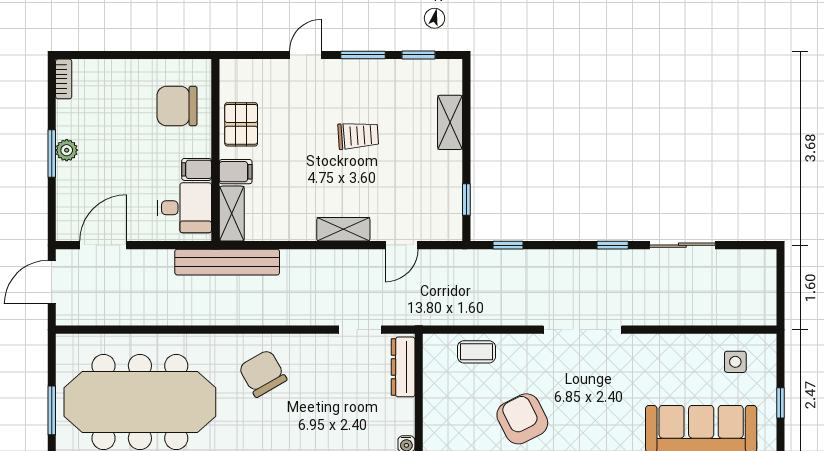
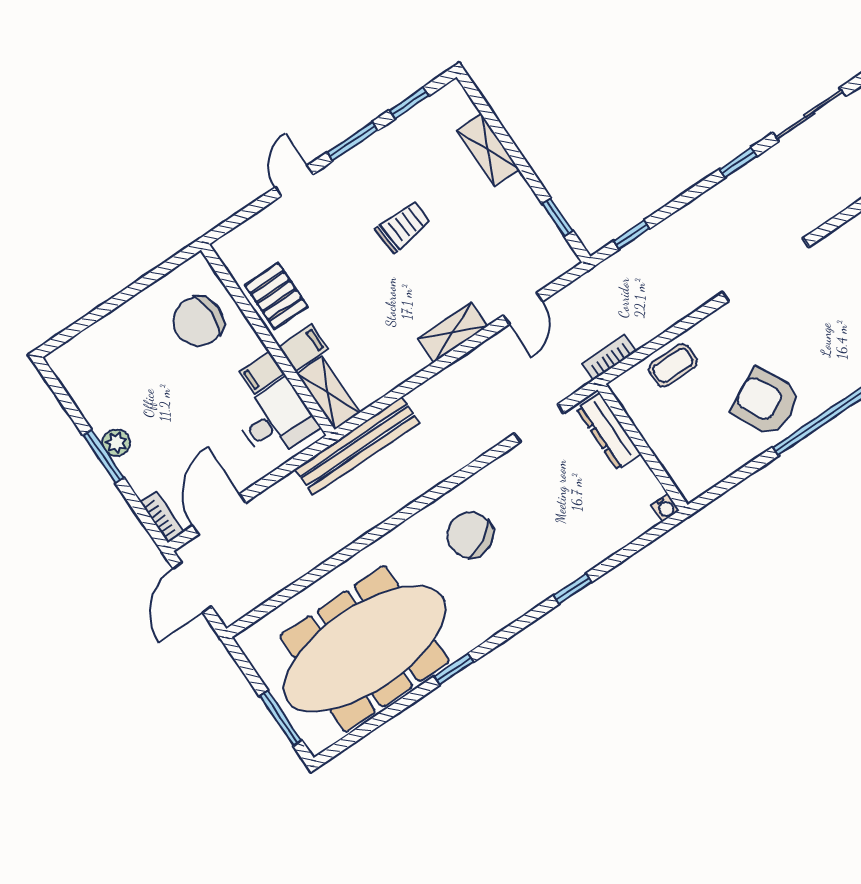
bookcase: (64, 79) -> (162, 517), moved
bookcase: (437, 317) -> (609, 357), added

